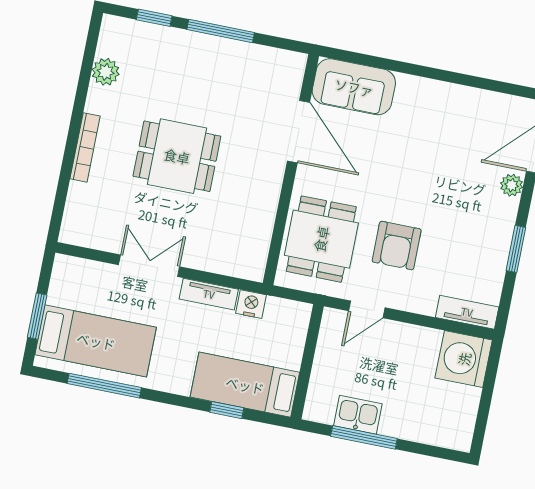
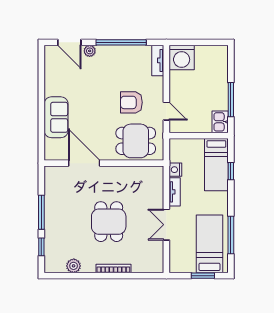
sofa: (354, 87) -> (56, 117), moved
door: (298, 132) -> (84, 163), hinge flipped
armchair: (397, 246) -> (131, 102), turned 180
window: (516, 249) -> (121, 42), width x2.11
kitchen sink: (358, 415) -> (220, 122), moved

